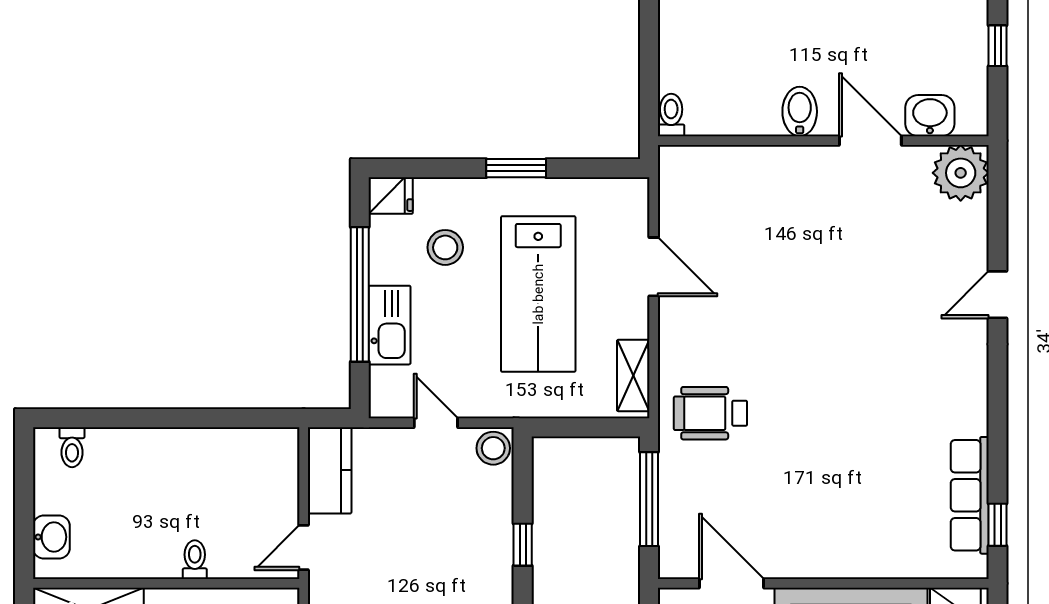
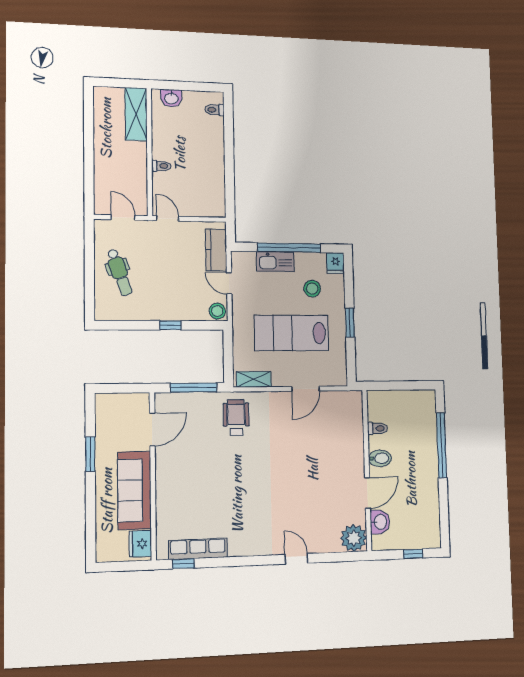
toilet: (671, 115) -> (377, 428), moved
door: (436, 423) -> (229, 283), swing flipped
kitchen counter: (330, 470) -> (216, 250), moved, turned 90

